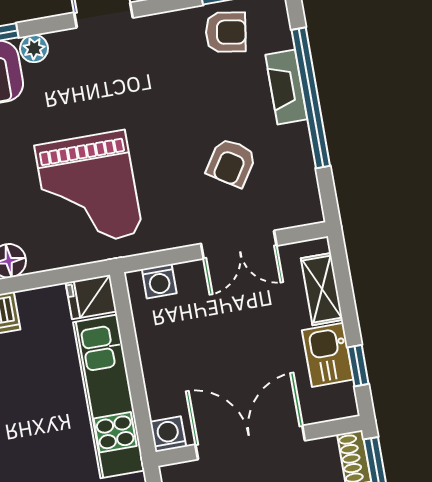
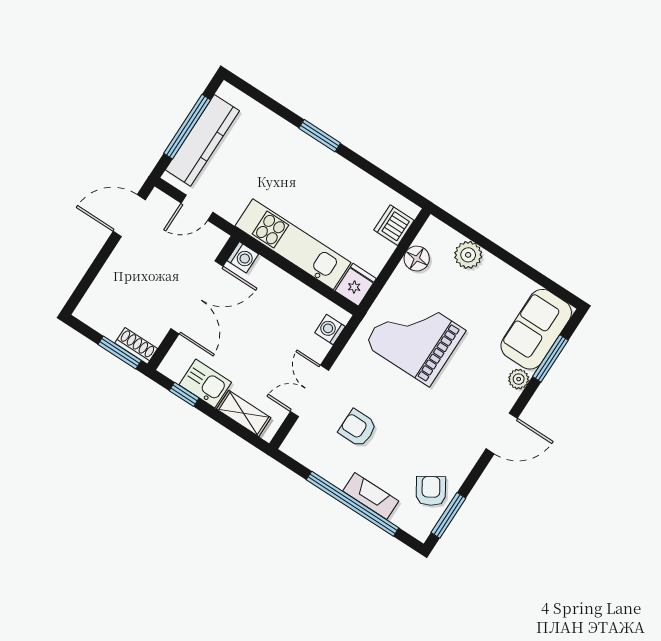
armchair: (226, 32) -> (431, 491), turned 139
armchair: (231, 163) -> (358, 428), turned -33

